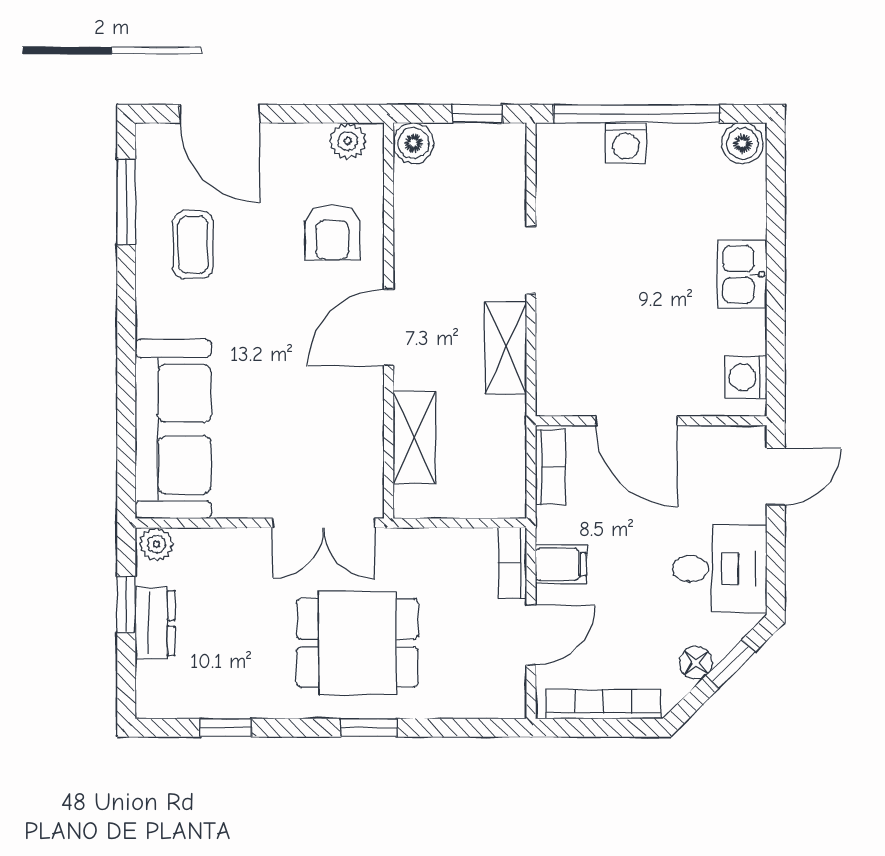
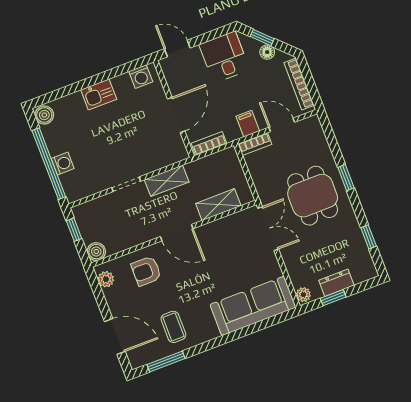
door: (220, 114) -> (115, 336), hinge flipped
armchair: (332, 232) -> (146, 271), turned 180
coffee table: (193, 245) -> (173, 327), turned 90

